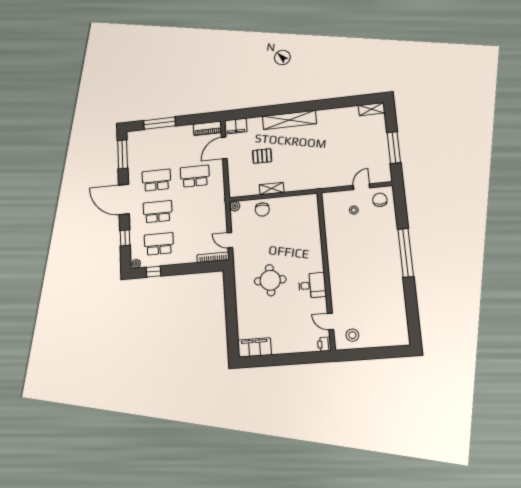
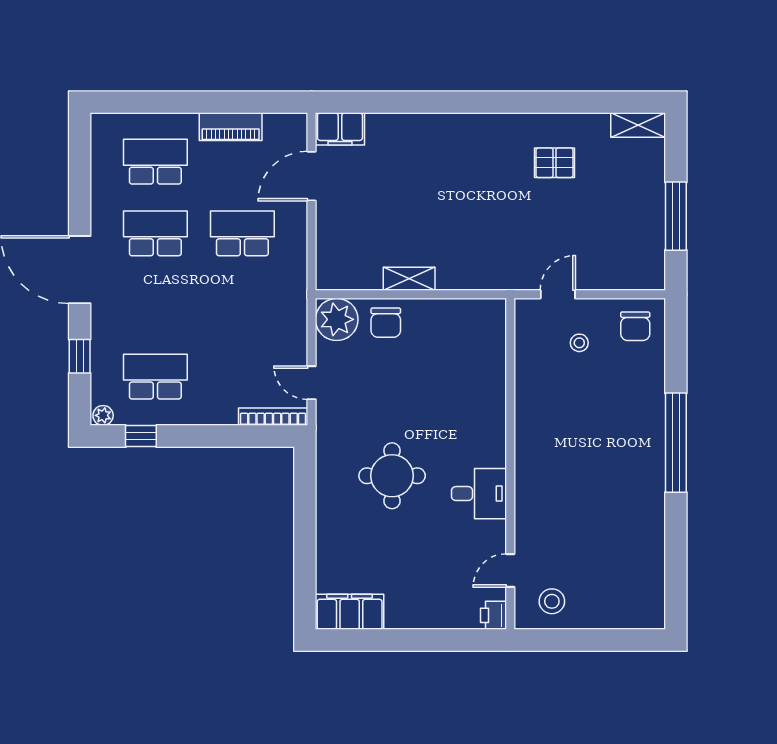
shelving: (289, 120) -> (459, 129), removed
window: (160, 123) -> (168, 102), removed
piano: (207, 128) -> (231, 127), moved
window: (123, 154) -> (80, 165), removed
pallet: (262, 156) -> (555, 163), moved
door: (361, 187) -> (558, 294), moved
chair: (380, 200) -> (635, 326), turned 180
plant: (235, 206) -> (337, 319), width x1.87, depth x1.87
school desk: (158, 212) -> (155, 162), moved
door: (331, 321) -> (510, 571), hinge flipped

